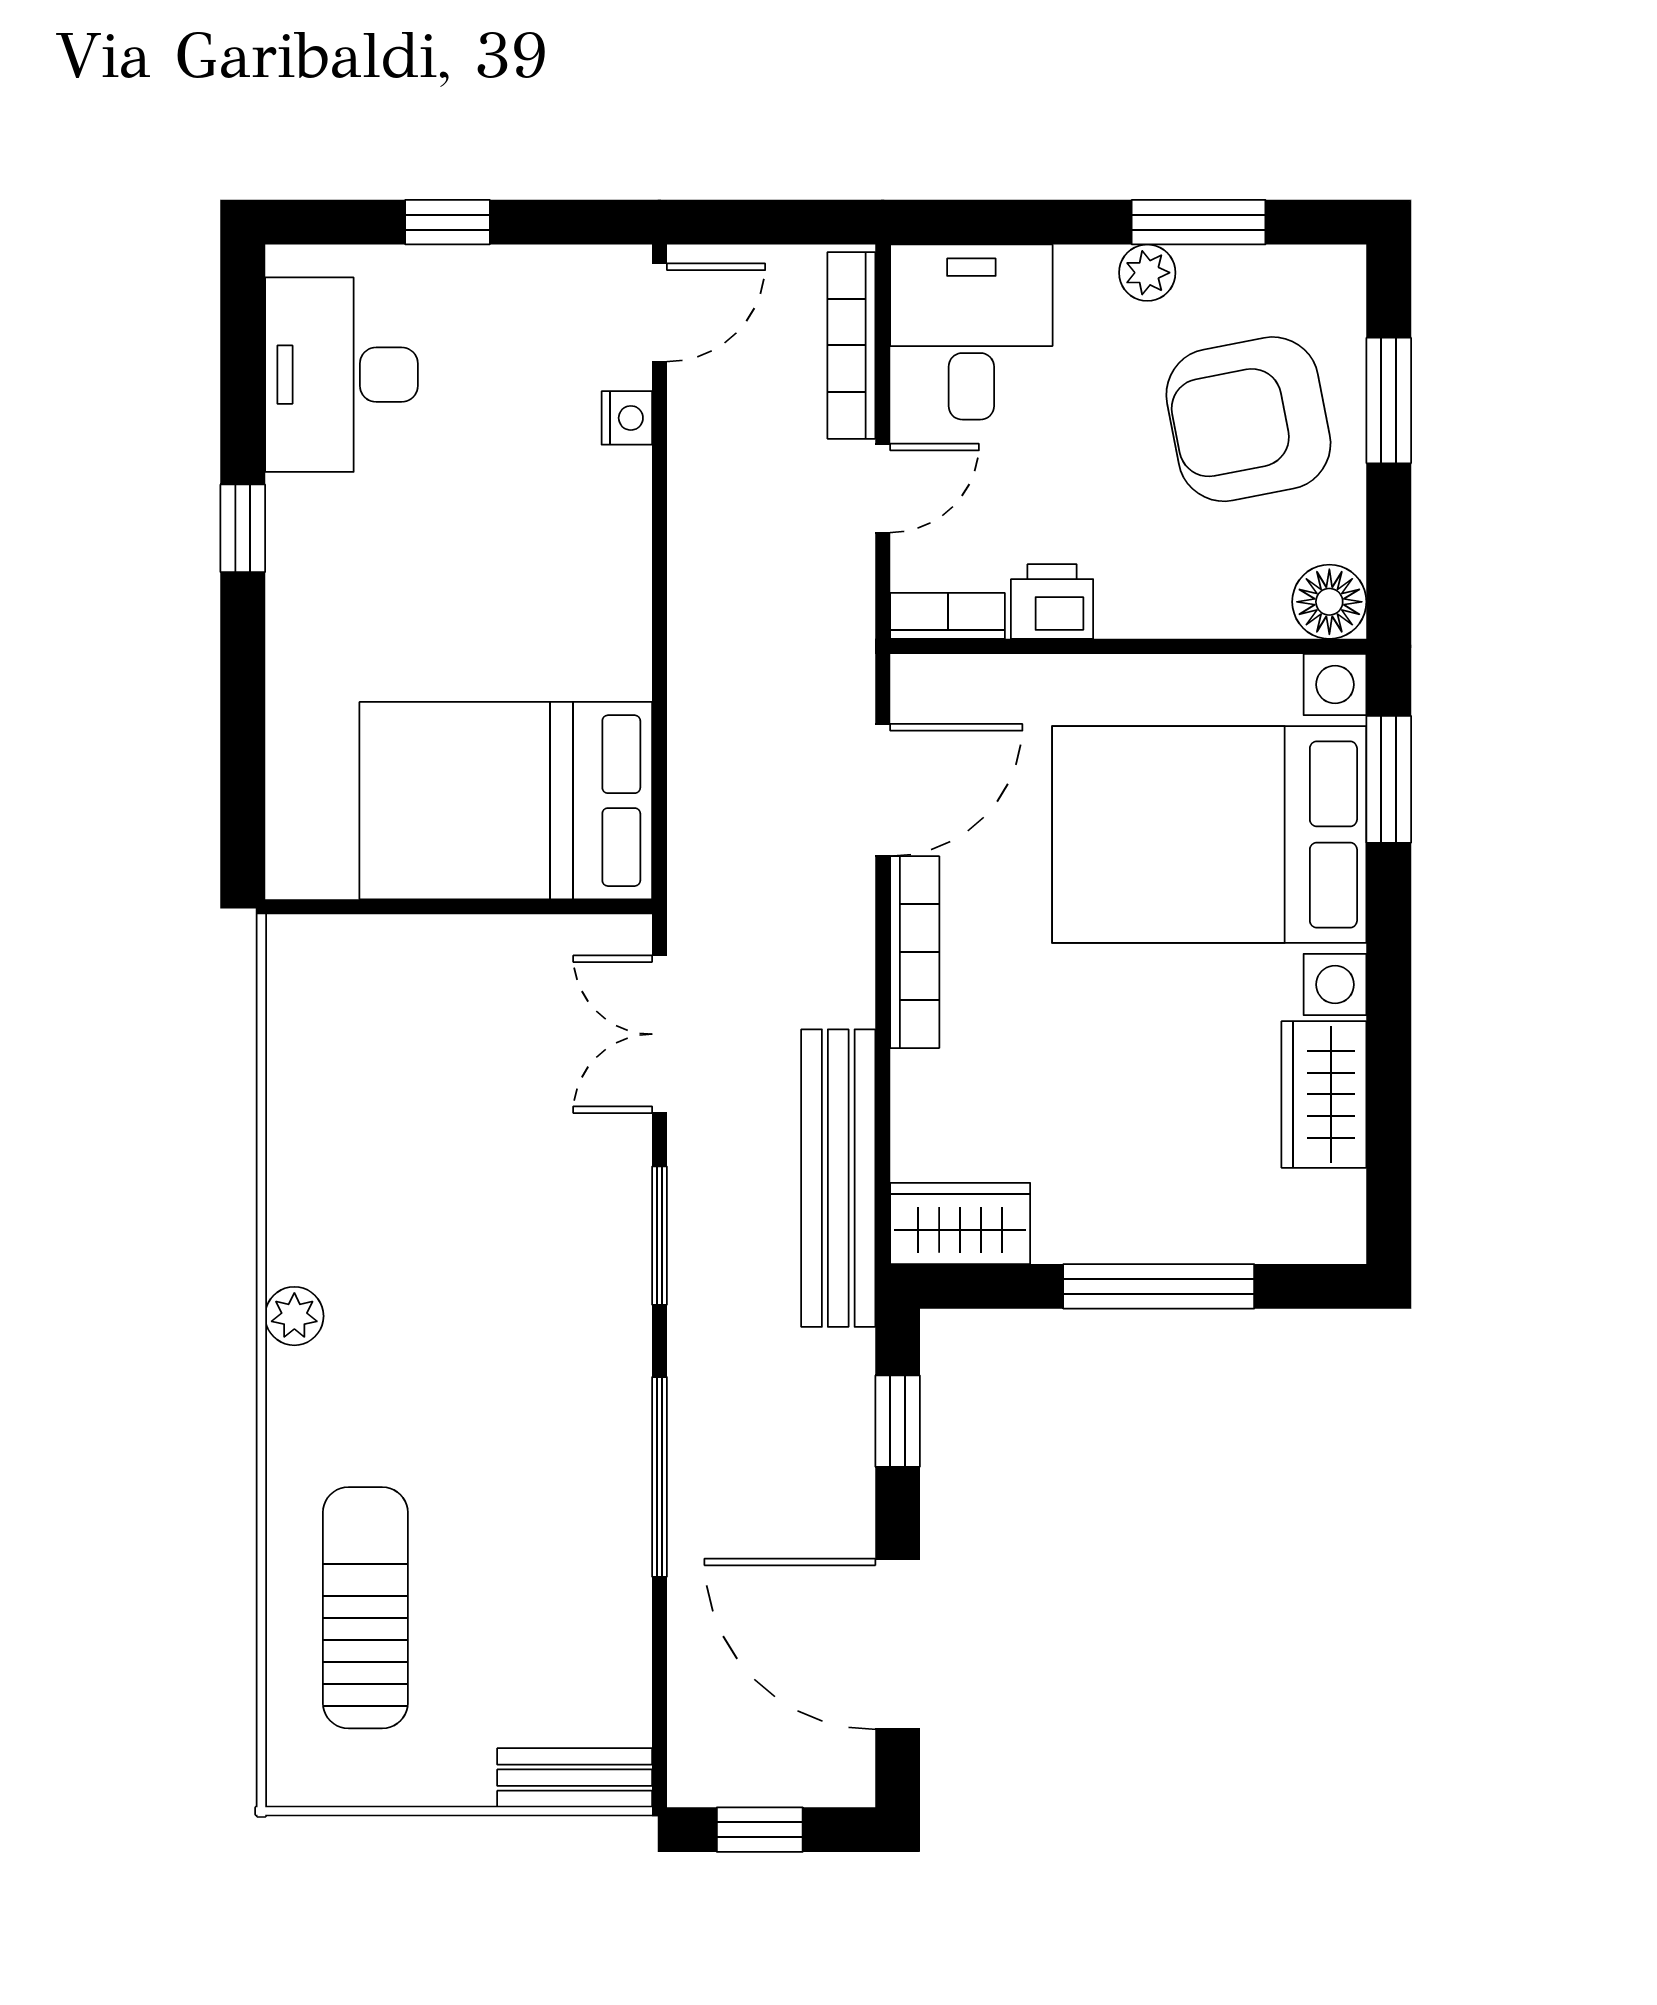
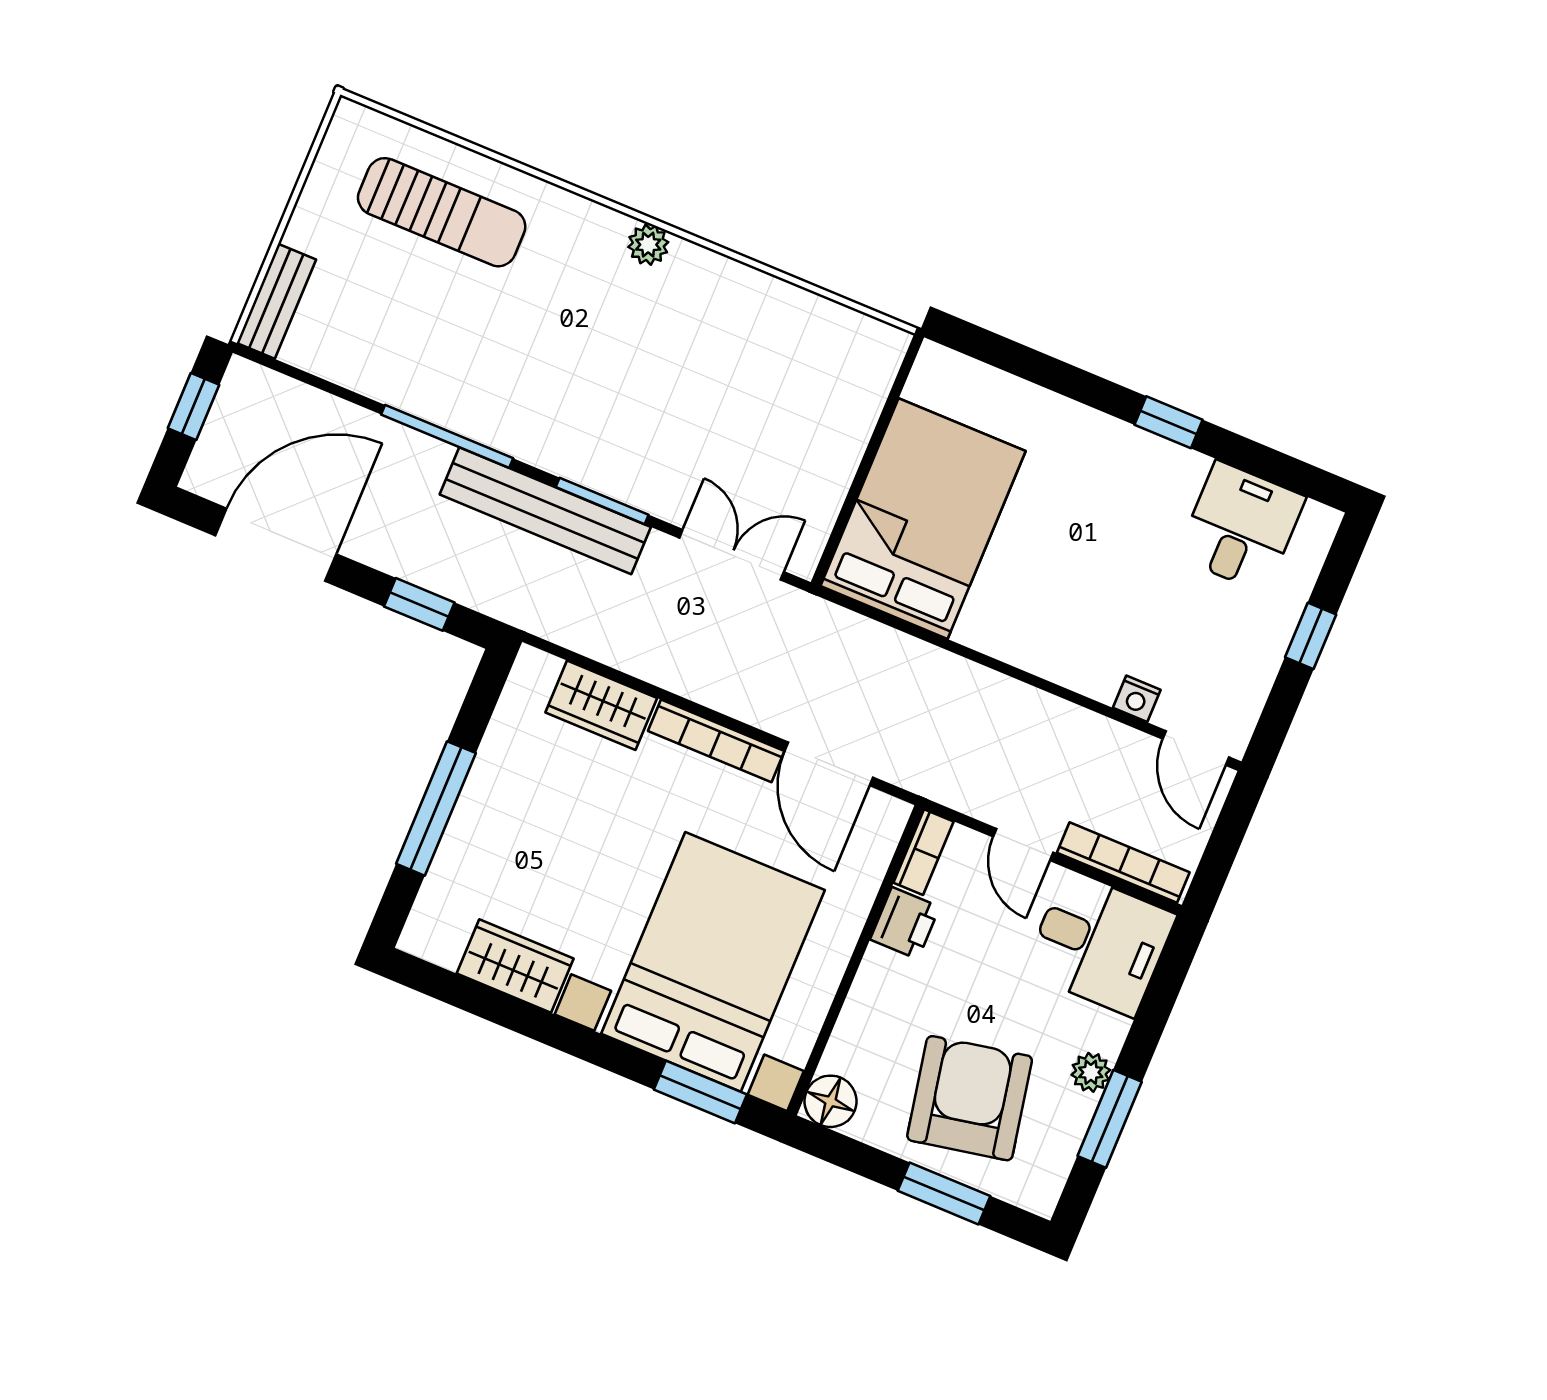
desk: (341, 375) -> (1241, 527), width x0.73
bench: (838, 1178) -> (545, 511), moved
wardrobe: (960, 1223) -> (601, 705), moved, turned 90

